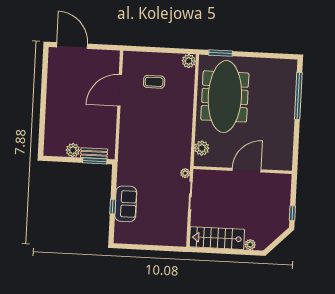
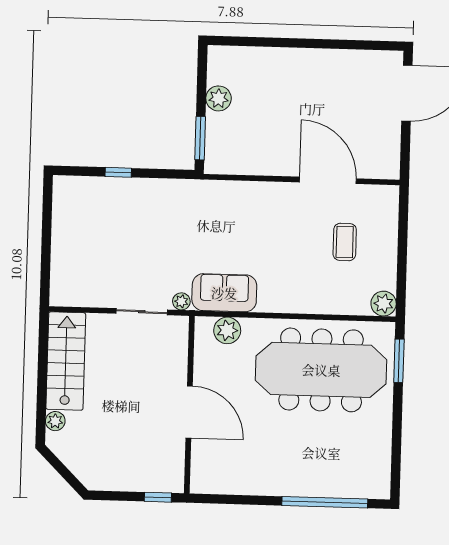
bench: (94, 153) -> (214, 137), removed
sofa: (126, 204) -> (224, 293), moved, turned 180
window: (292, 213) -> (158, 497), moved

